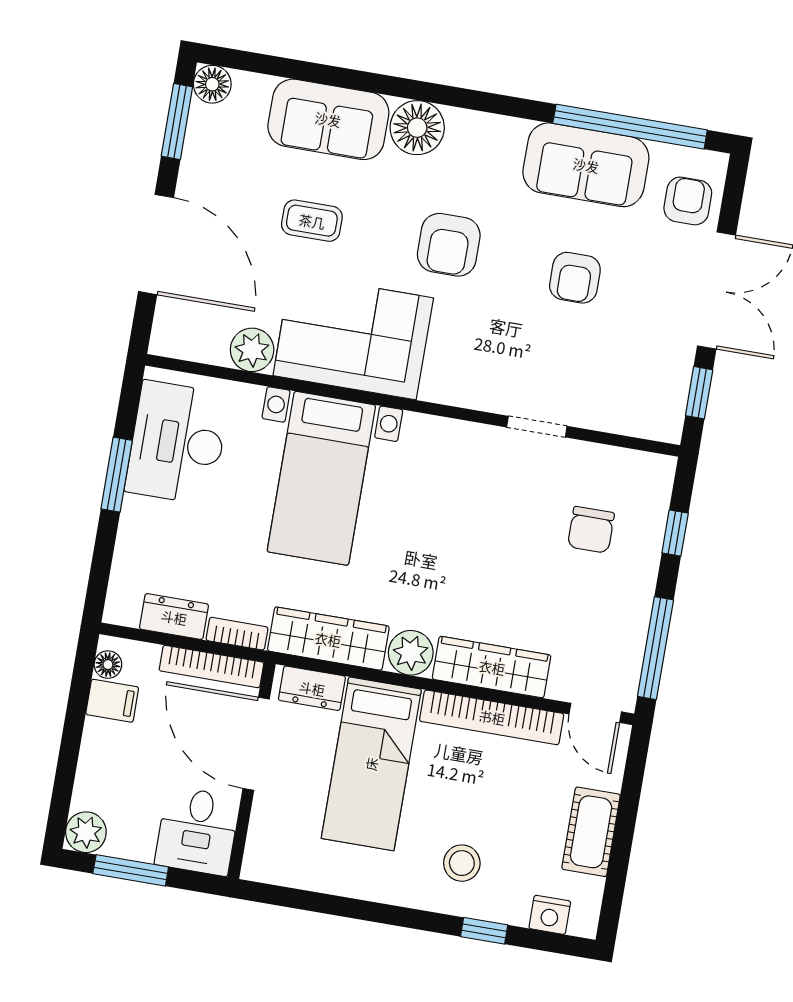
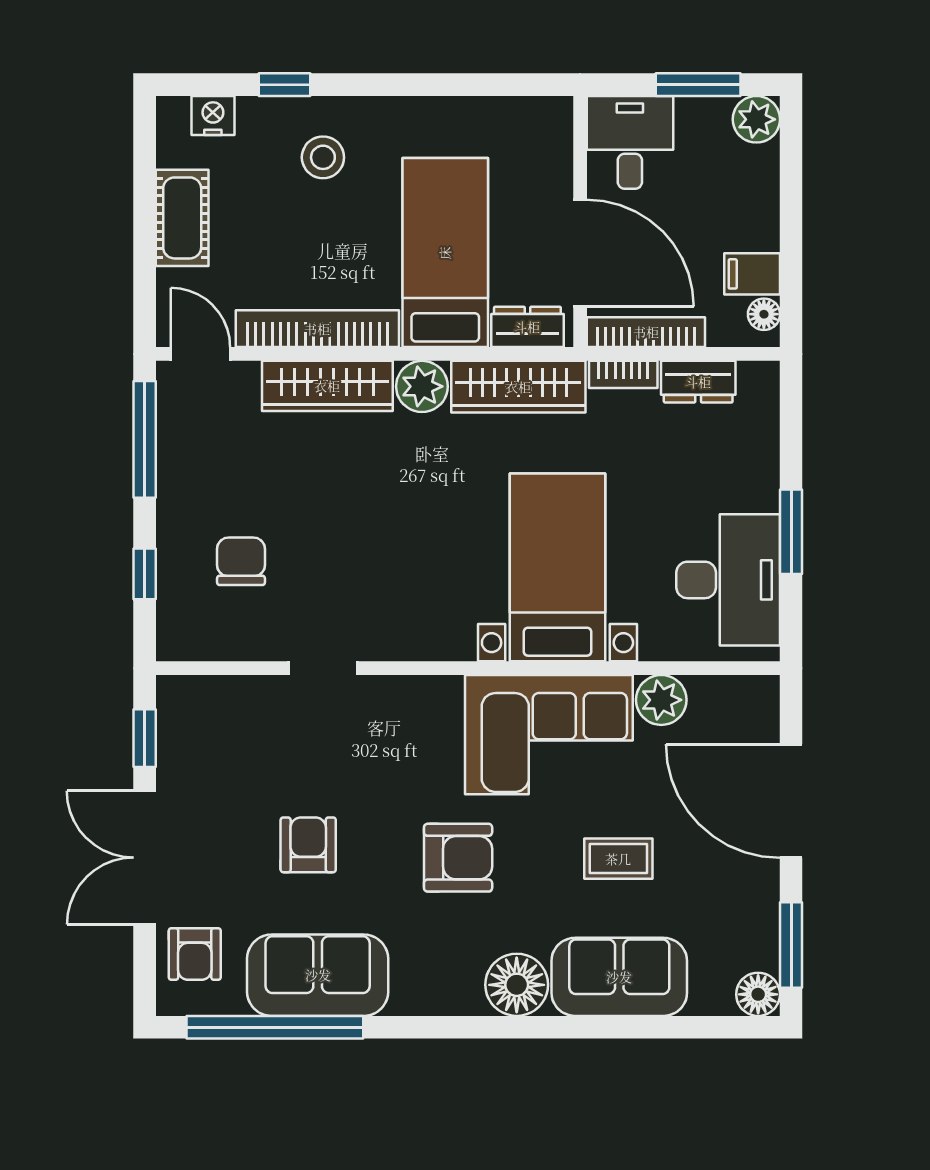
armchair: (449, 245) -> (458, 858), turned 90

